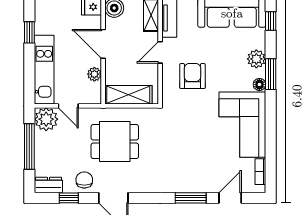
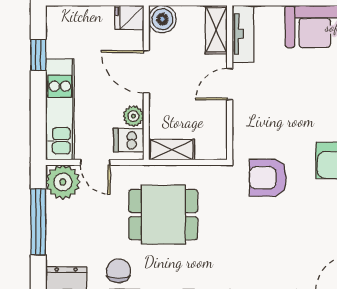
armchair: (192, 76) -> (268, 178), moved, turned -90
dishwasher: (91, 91) -> (129, 140), added
shelving: (128, 95) -> (172, 150), width x0.67, depth x0.75

